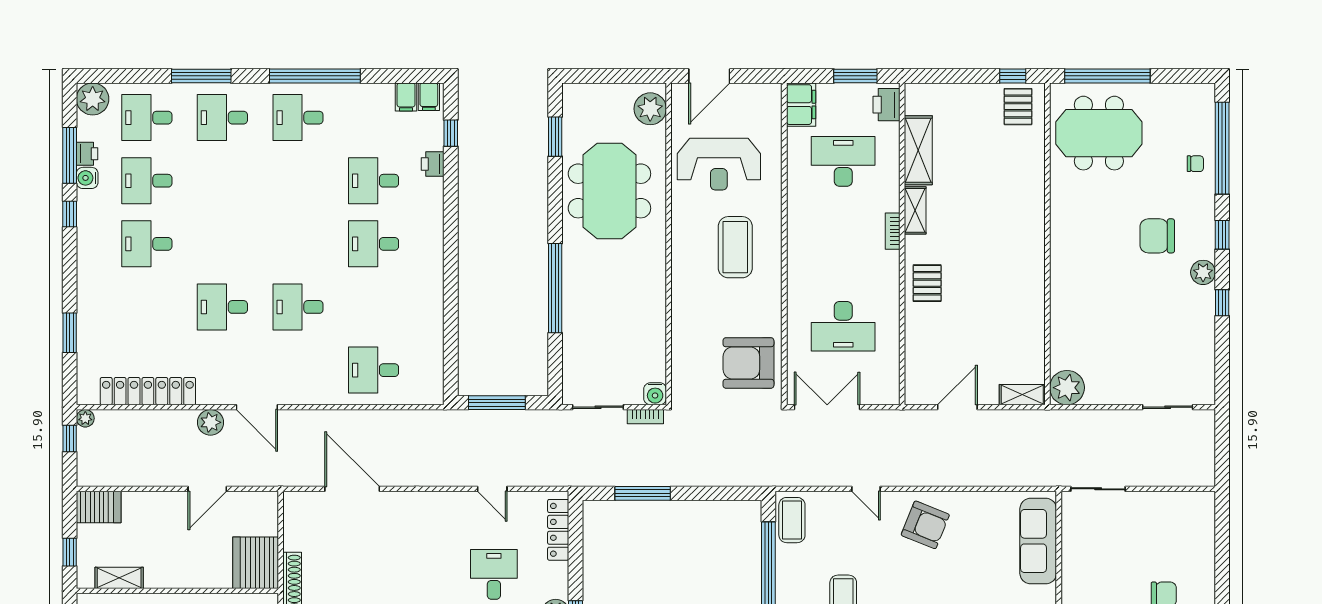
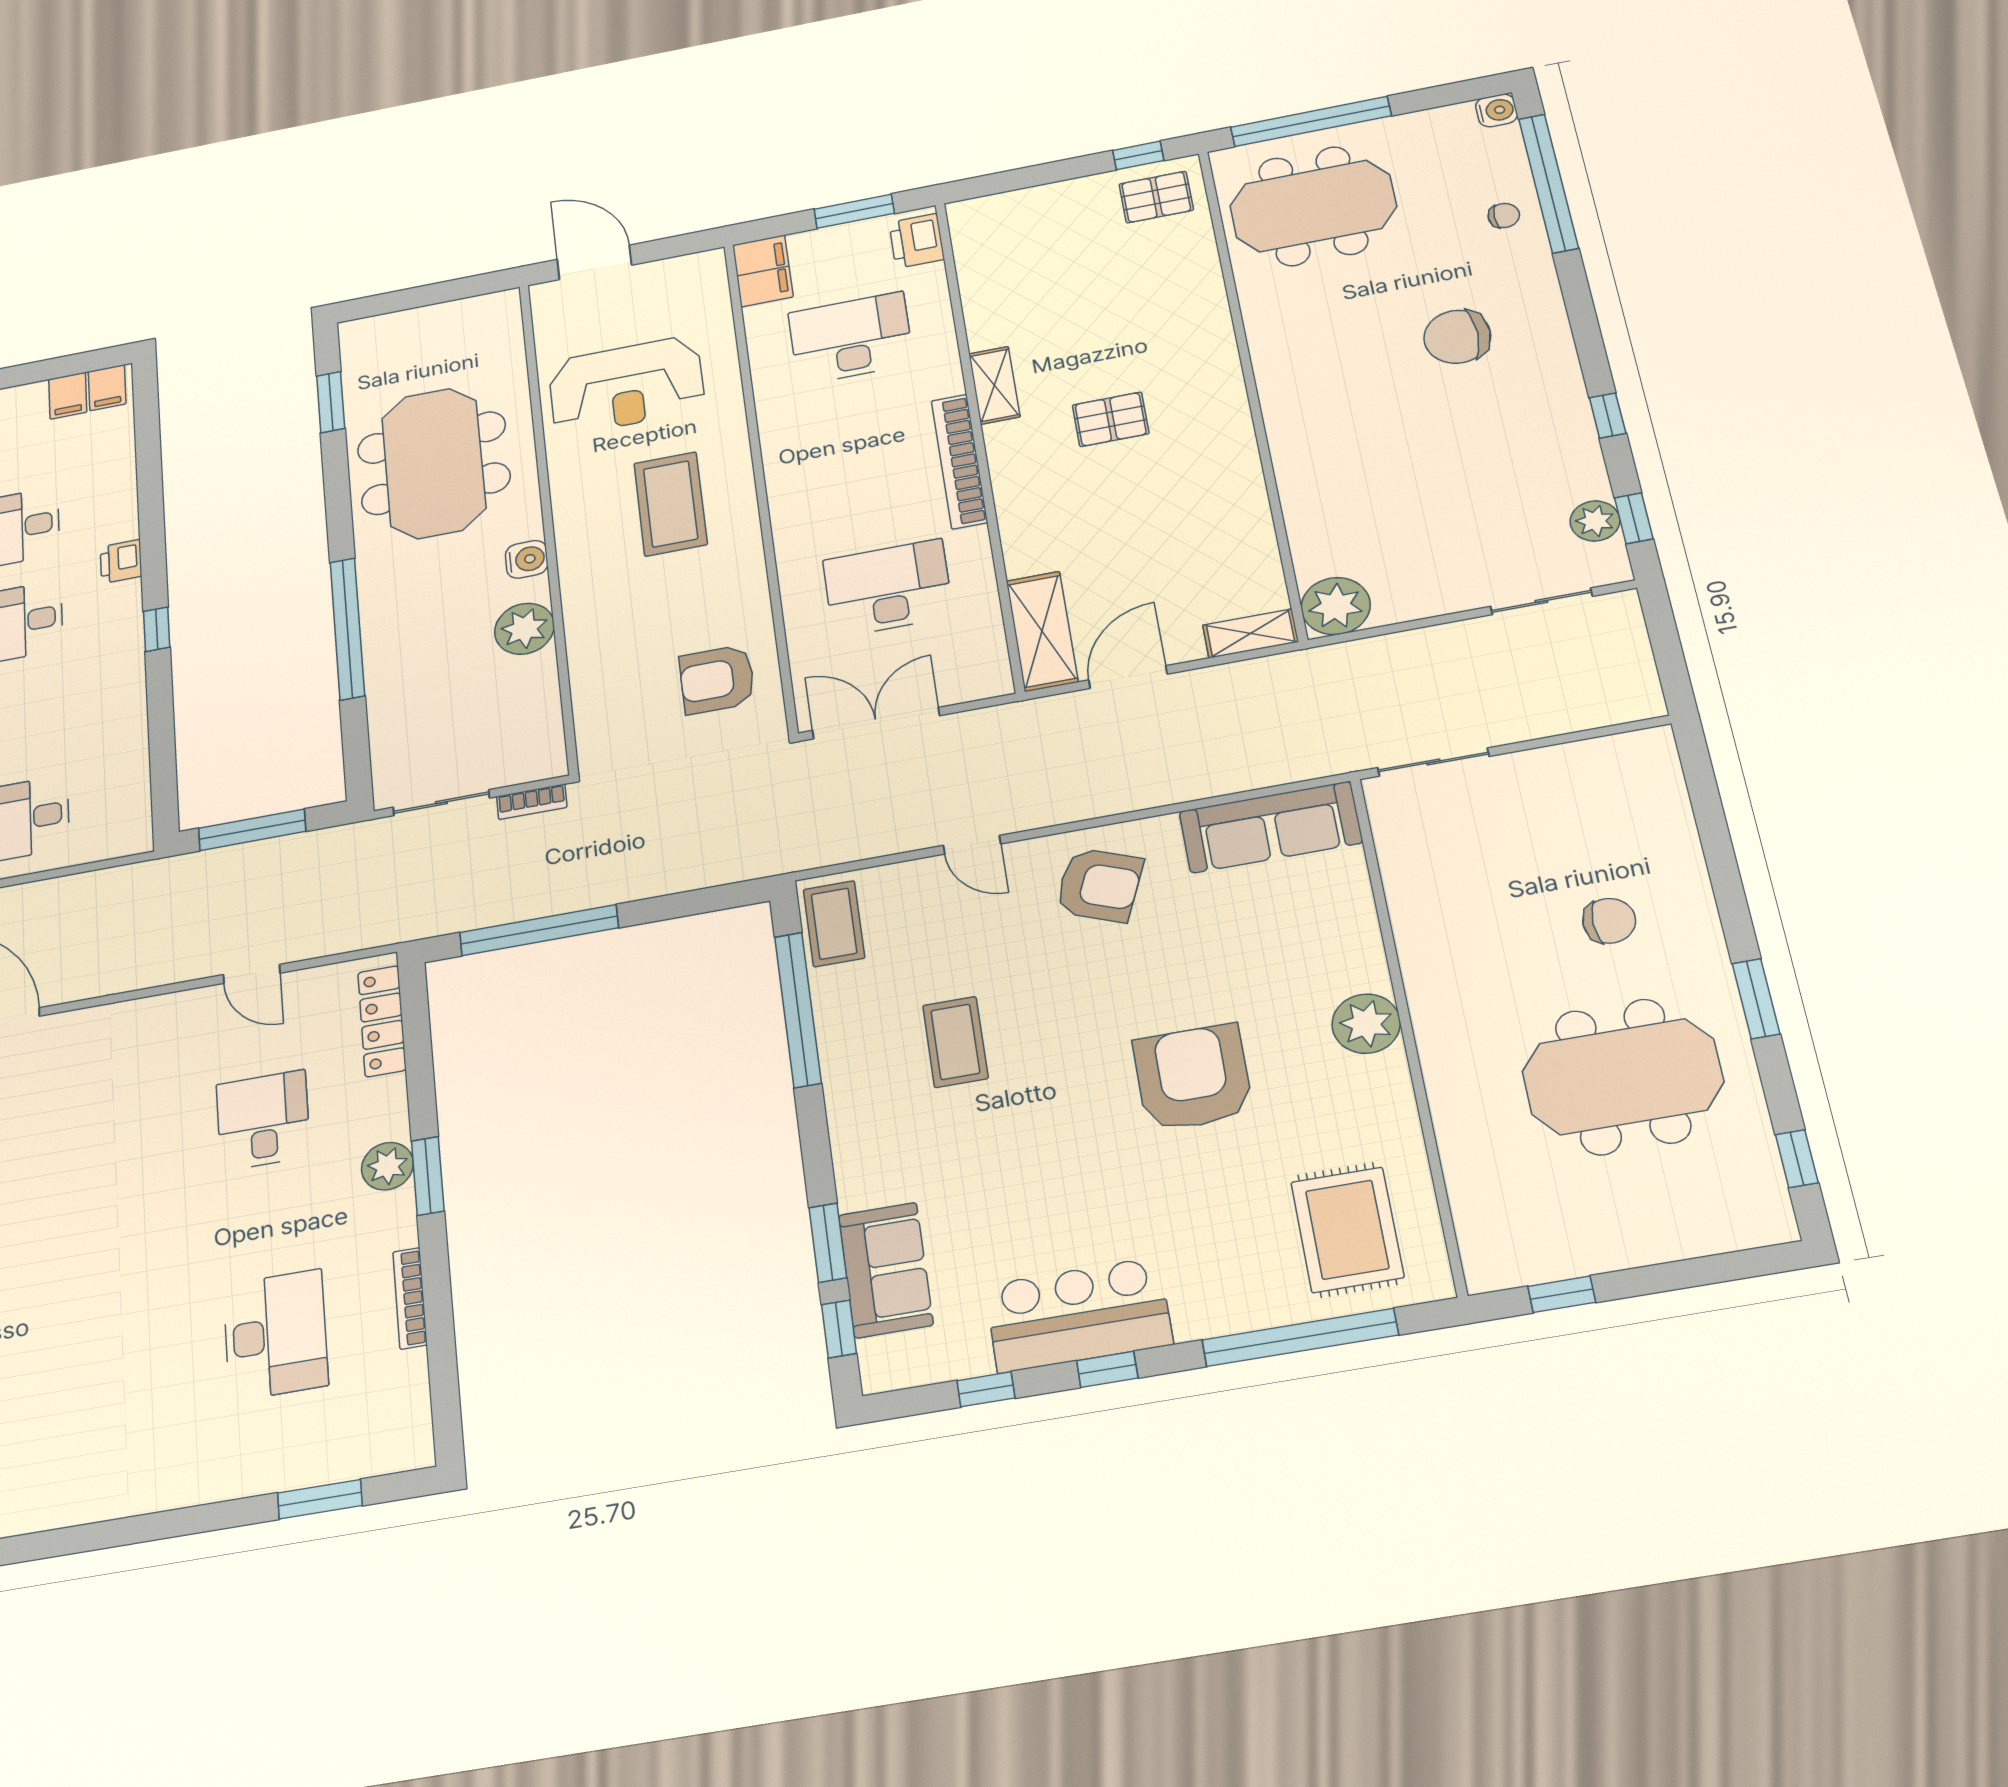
door: (709, 76) -> (594, 262), swing flipped
water cooler: (1205, 93) -> (1497, 110), added
pallet: (1018, 107) -> (1156, 197), turned 90
plant: (650, 109) -> (524, 629), moved
window: (451, 133) -> (157, 629), moved
shelving: (918, 150) -> (1042, 631), moved
printer: (433, 164) -> (121, 561), moved
bookcase: (893, 231) -> (959, 461), width x2.31, depth x1.31
window: (1222, 235) -> (1634, 518), moved
plant: (1203, 272) -> (1595, 521), moved
pallet: (927, 283) -> (1111, 419), moved, turned 90
desk: (843, 326) -> (888, 588), turned 180
armchair: (748, 363) -> (717, 679), width x0.73, depth x0.73
water cooler: (655, 394) -> (527, 559), moved, turned -90
window: (643, 493) -> (539, 930), width x1.46
sofa: (1038, 541) -> (1271, 827), moved, turned -90

